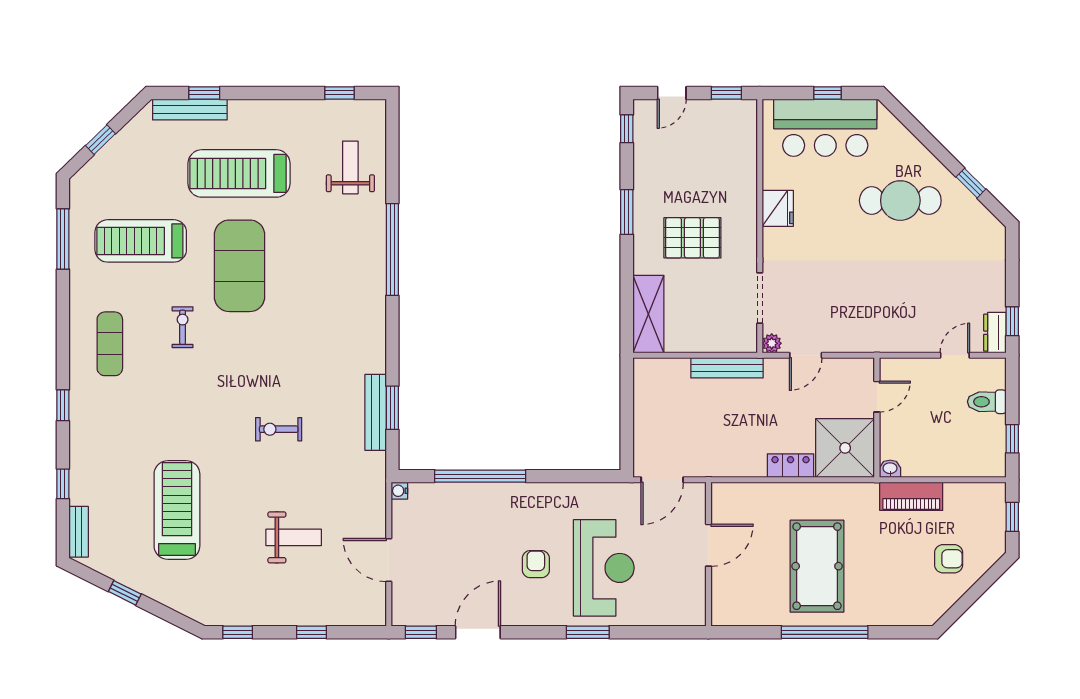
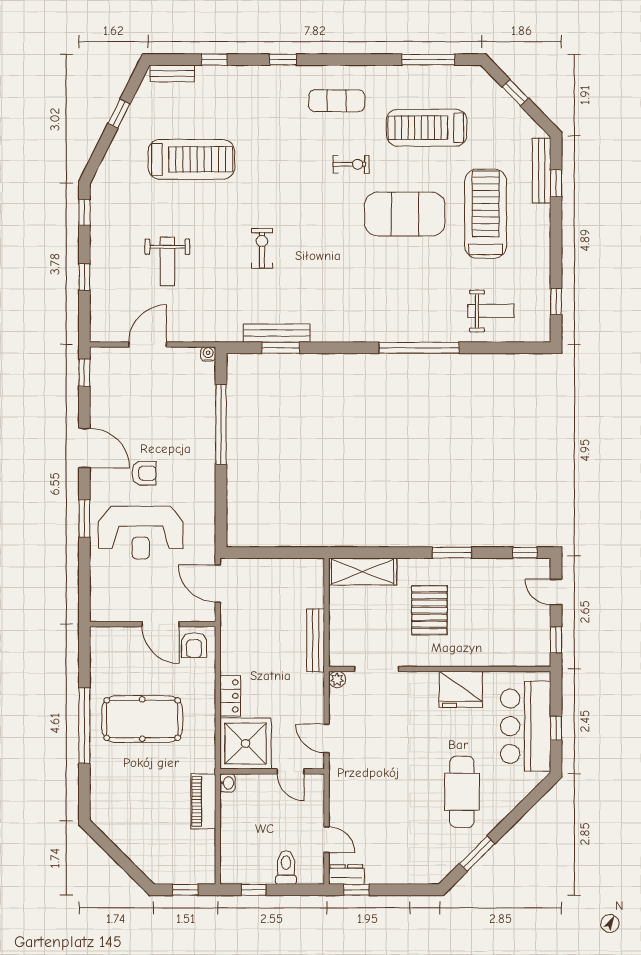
window: (971, 183) -> (477, 854), width x1.50
fridge: (778, 208) -> (461, 689), width x1.36, depth x1.34
treadmill: (141, 241) -> (427, 128), turned -90
door: (806, 355) -> (327, 738), moved
armchair: (949, 559) -> (194, 645), moved
door: (478, 632) -> (84, 448), moved

